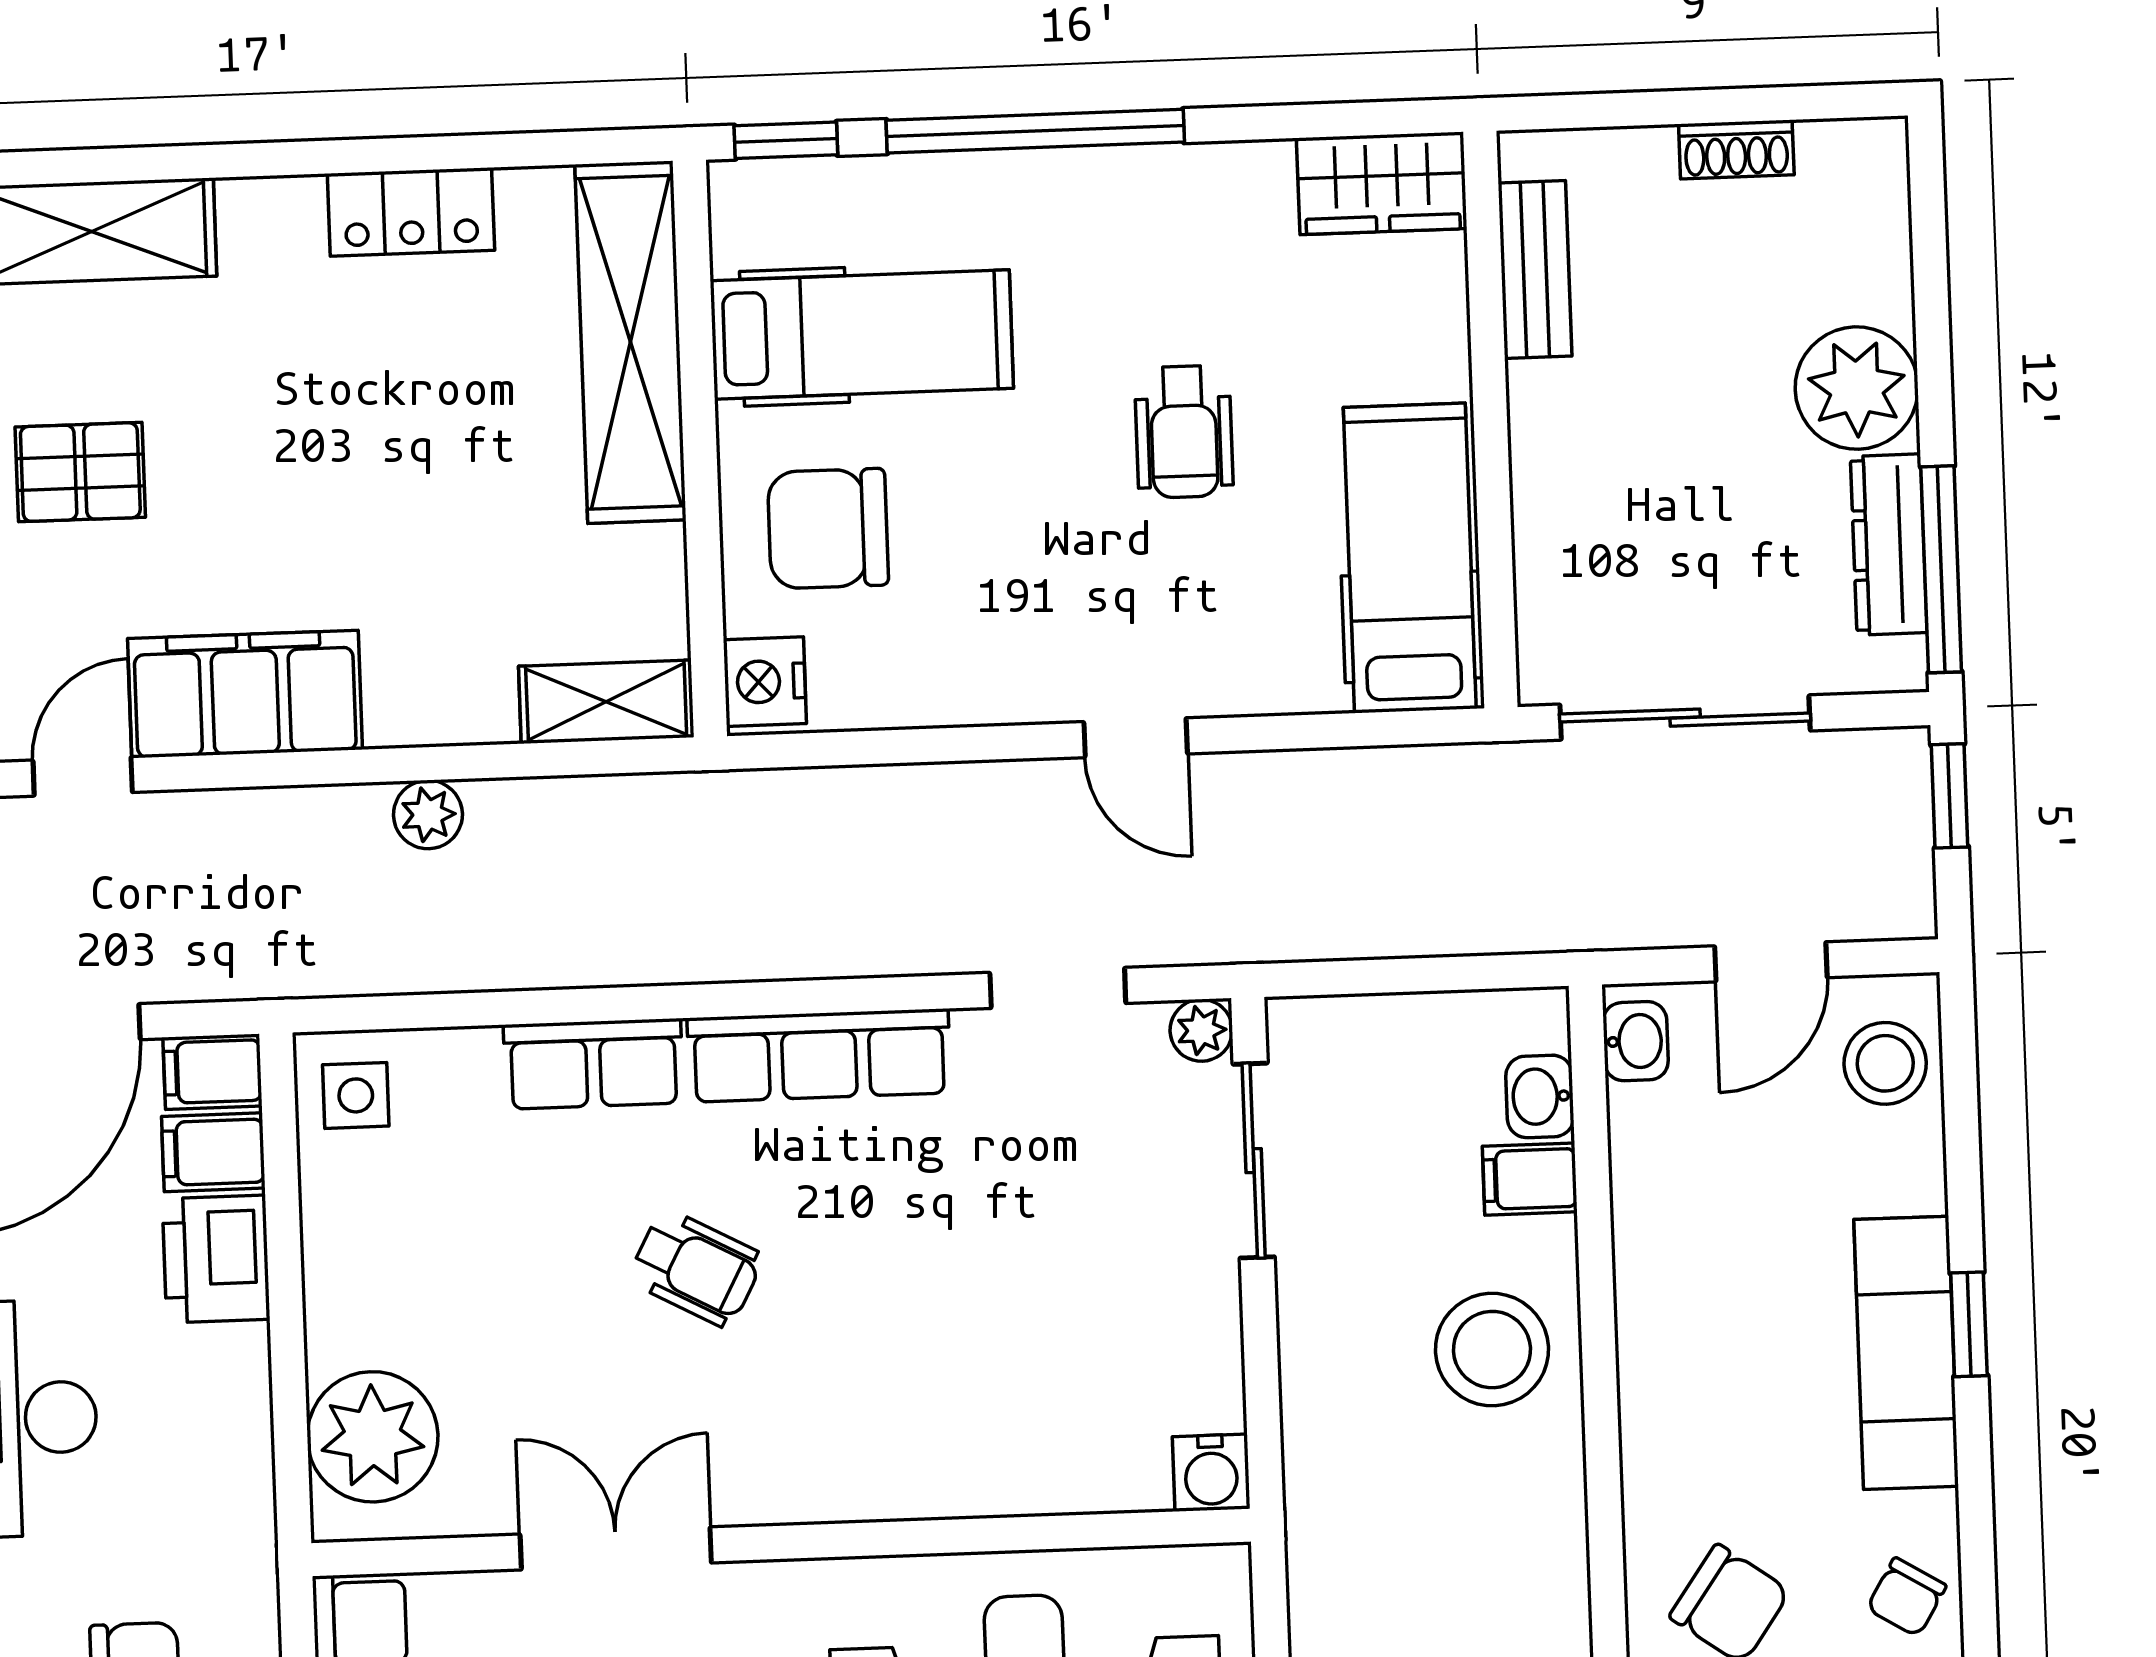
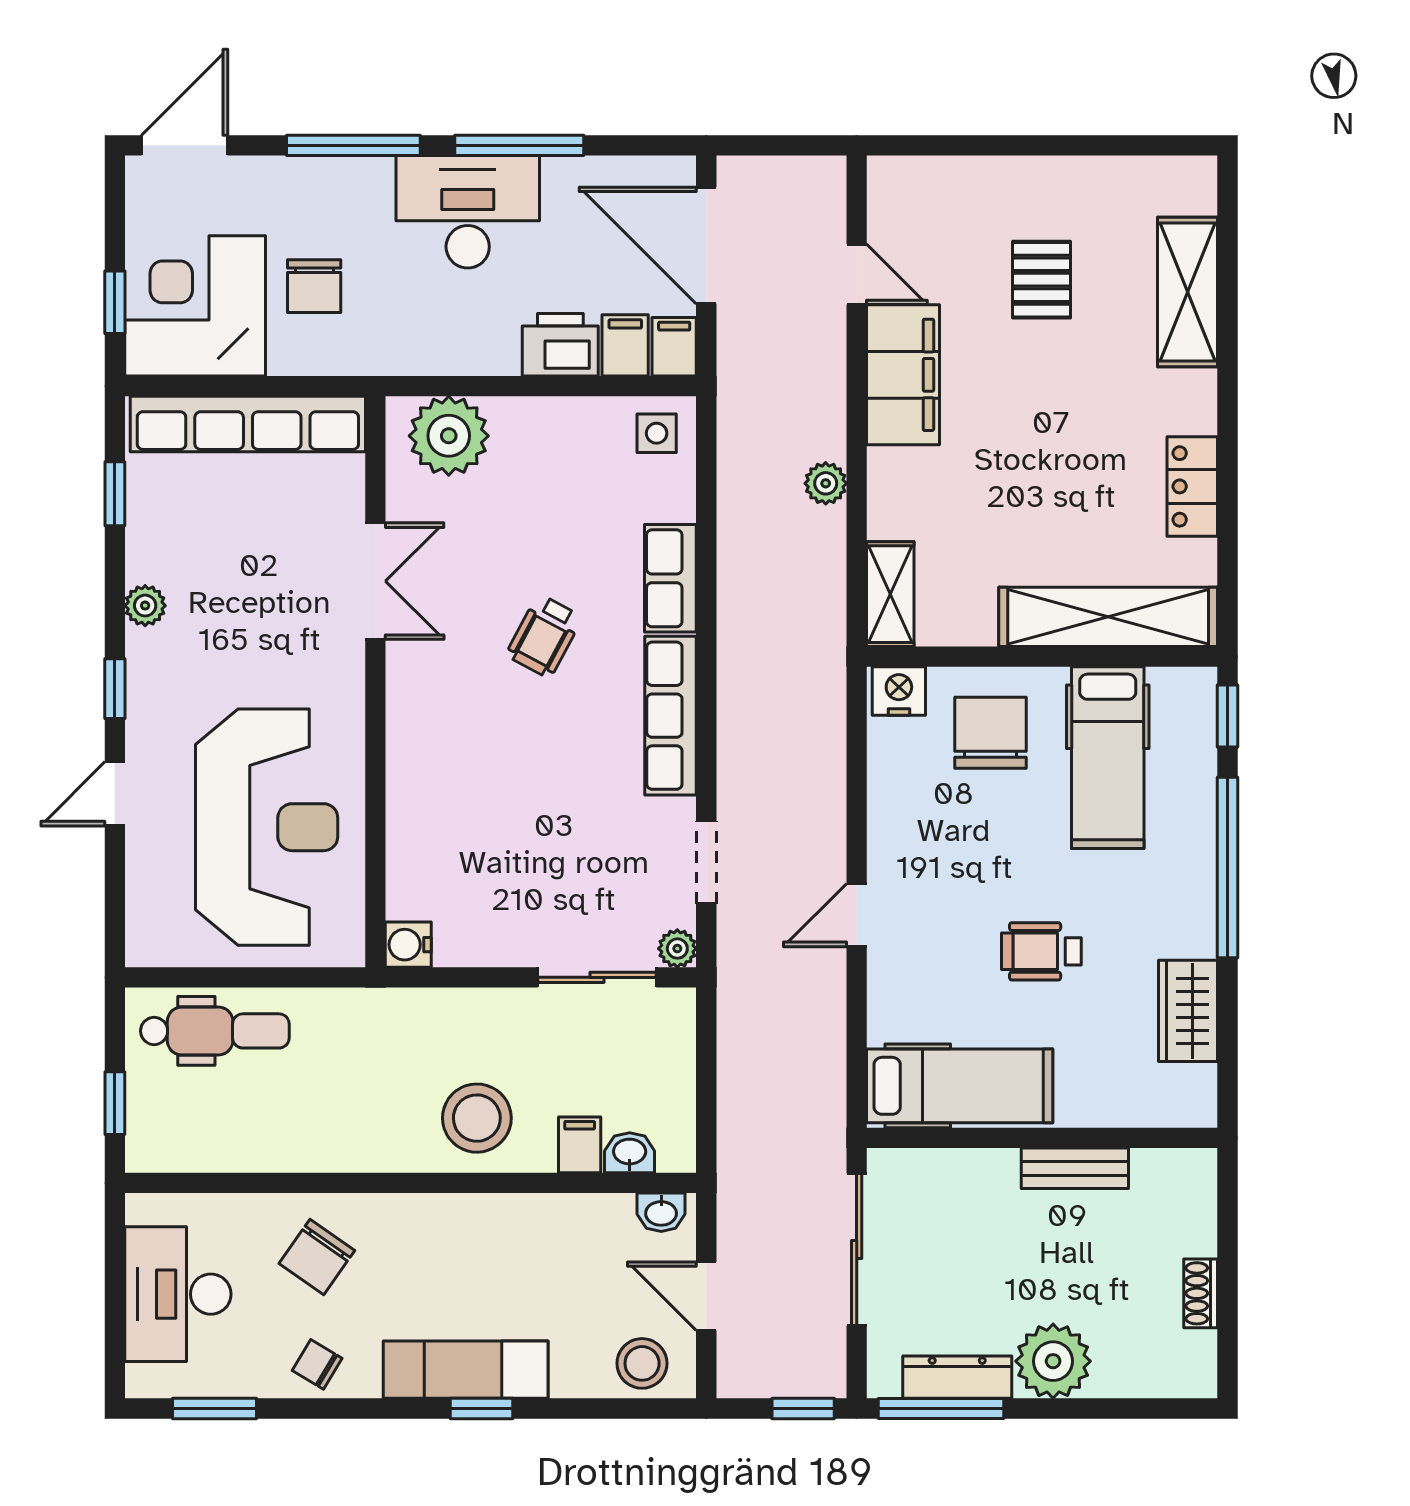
wardrobe: (1382, 183) -> (1188, 1011), moved
bench: (1535, 270) -> (1075, 1168), moved

